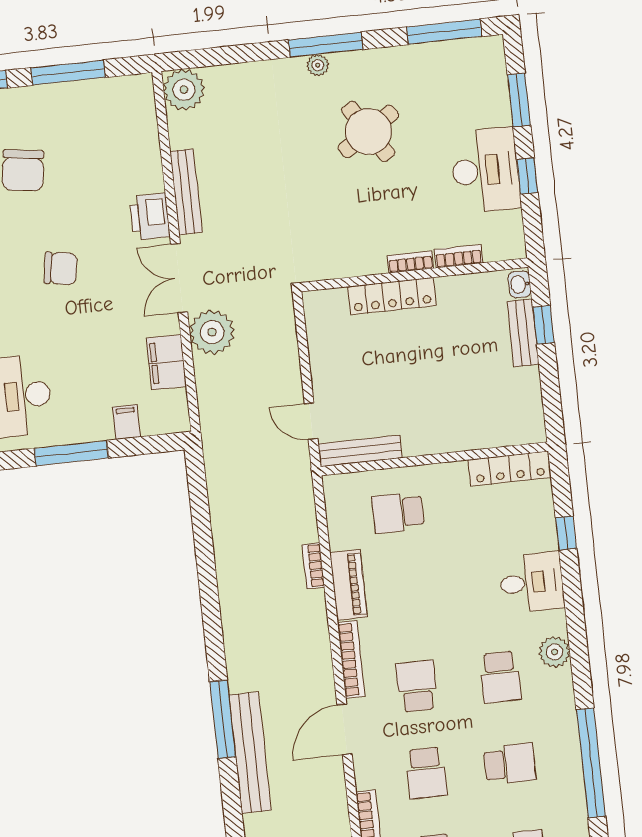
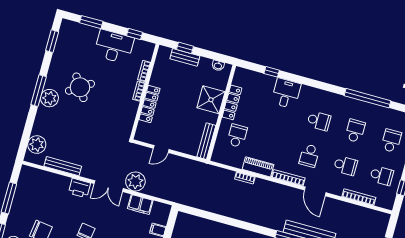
window: (444, 32) -> (52, 41), width x0.69
plant: (318, 65) -> (49, 98), width x1.88, depth x1.88
plant: (184, 90) -> (37, 145), moved
window: (527, 176) -> (135, 34), moved
bench: (186, 192) -> (63, 166), moved
washbasin: (520, 284) -> (218, 66), moved
door: (311, 421) -> (161, 149), moved
shower: (453, 425) -> (211, 100), added
locker: (510, 468) -> (232, 102), moved
school desk: (398, 513) -> (237, 136), turned 180
plant: (554, 652) -> (317, 95), removed
school desk: (417, 686) -> (309, 156), turned -90

